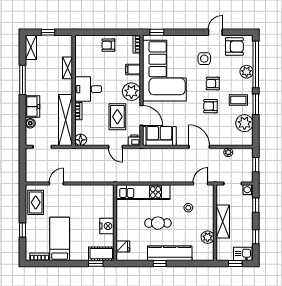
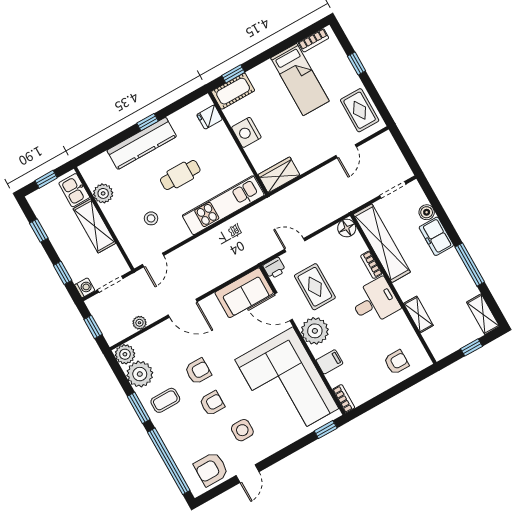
armchair: (108, 45) -> (396, 362), moved
plant: (247, 72) -> (125, 354), moved
wardrobe: (102, 192) -> (279, 175), added
kitchen sink: (243, 254) -> (74, 190), moved, turned 90

